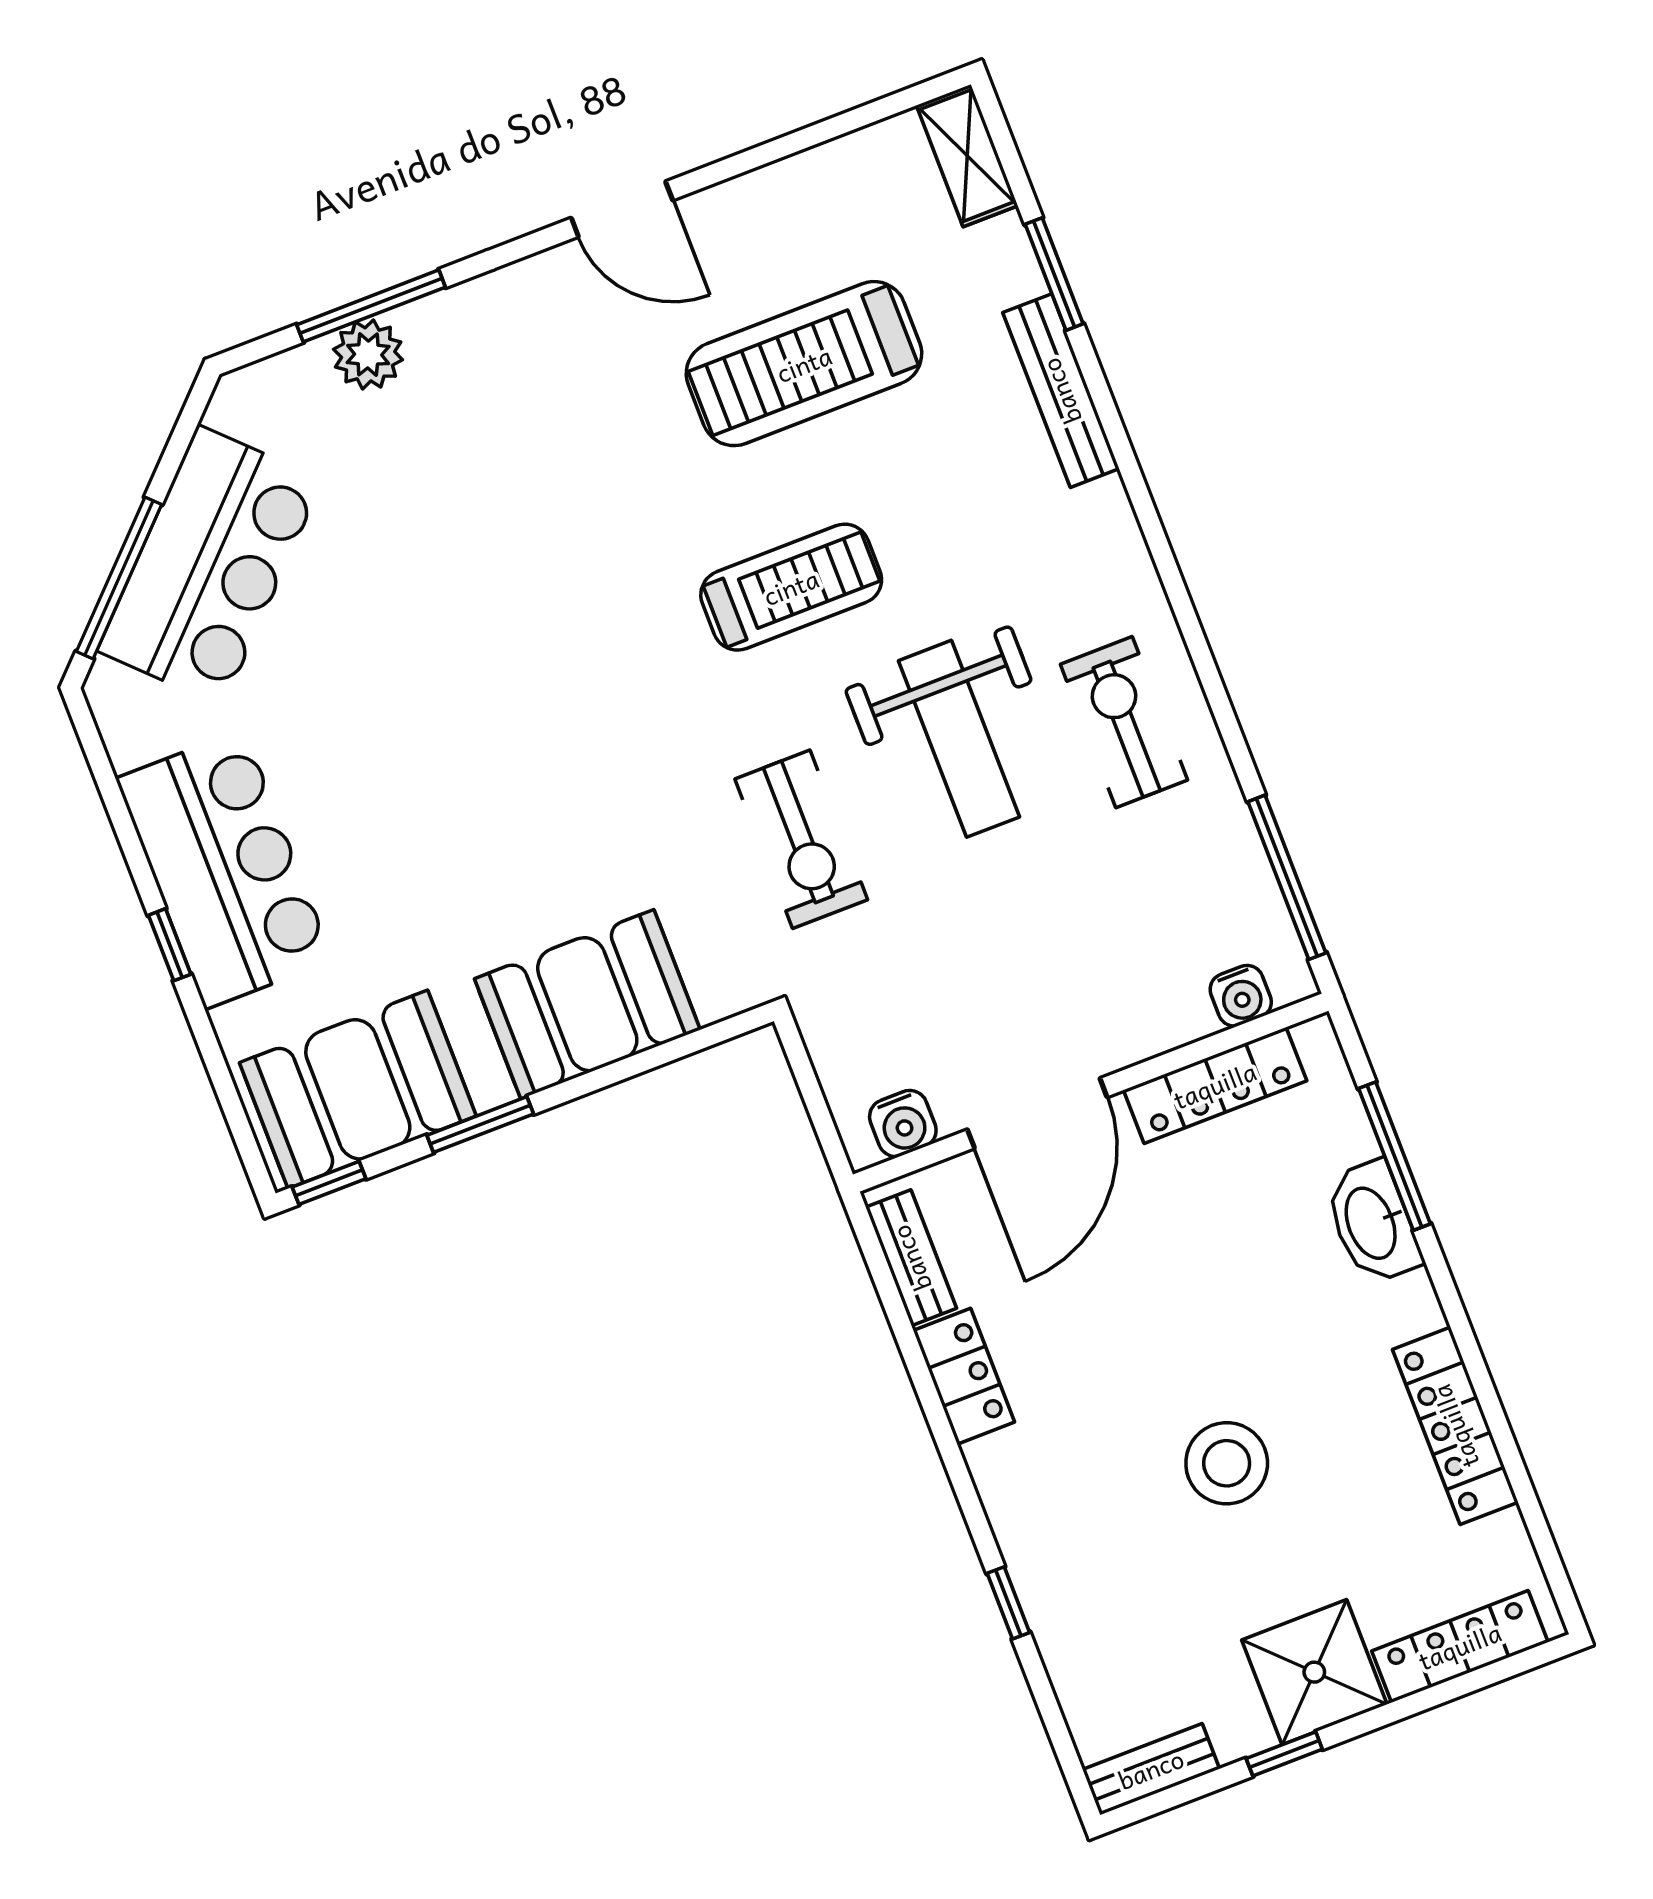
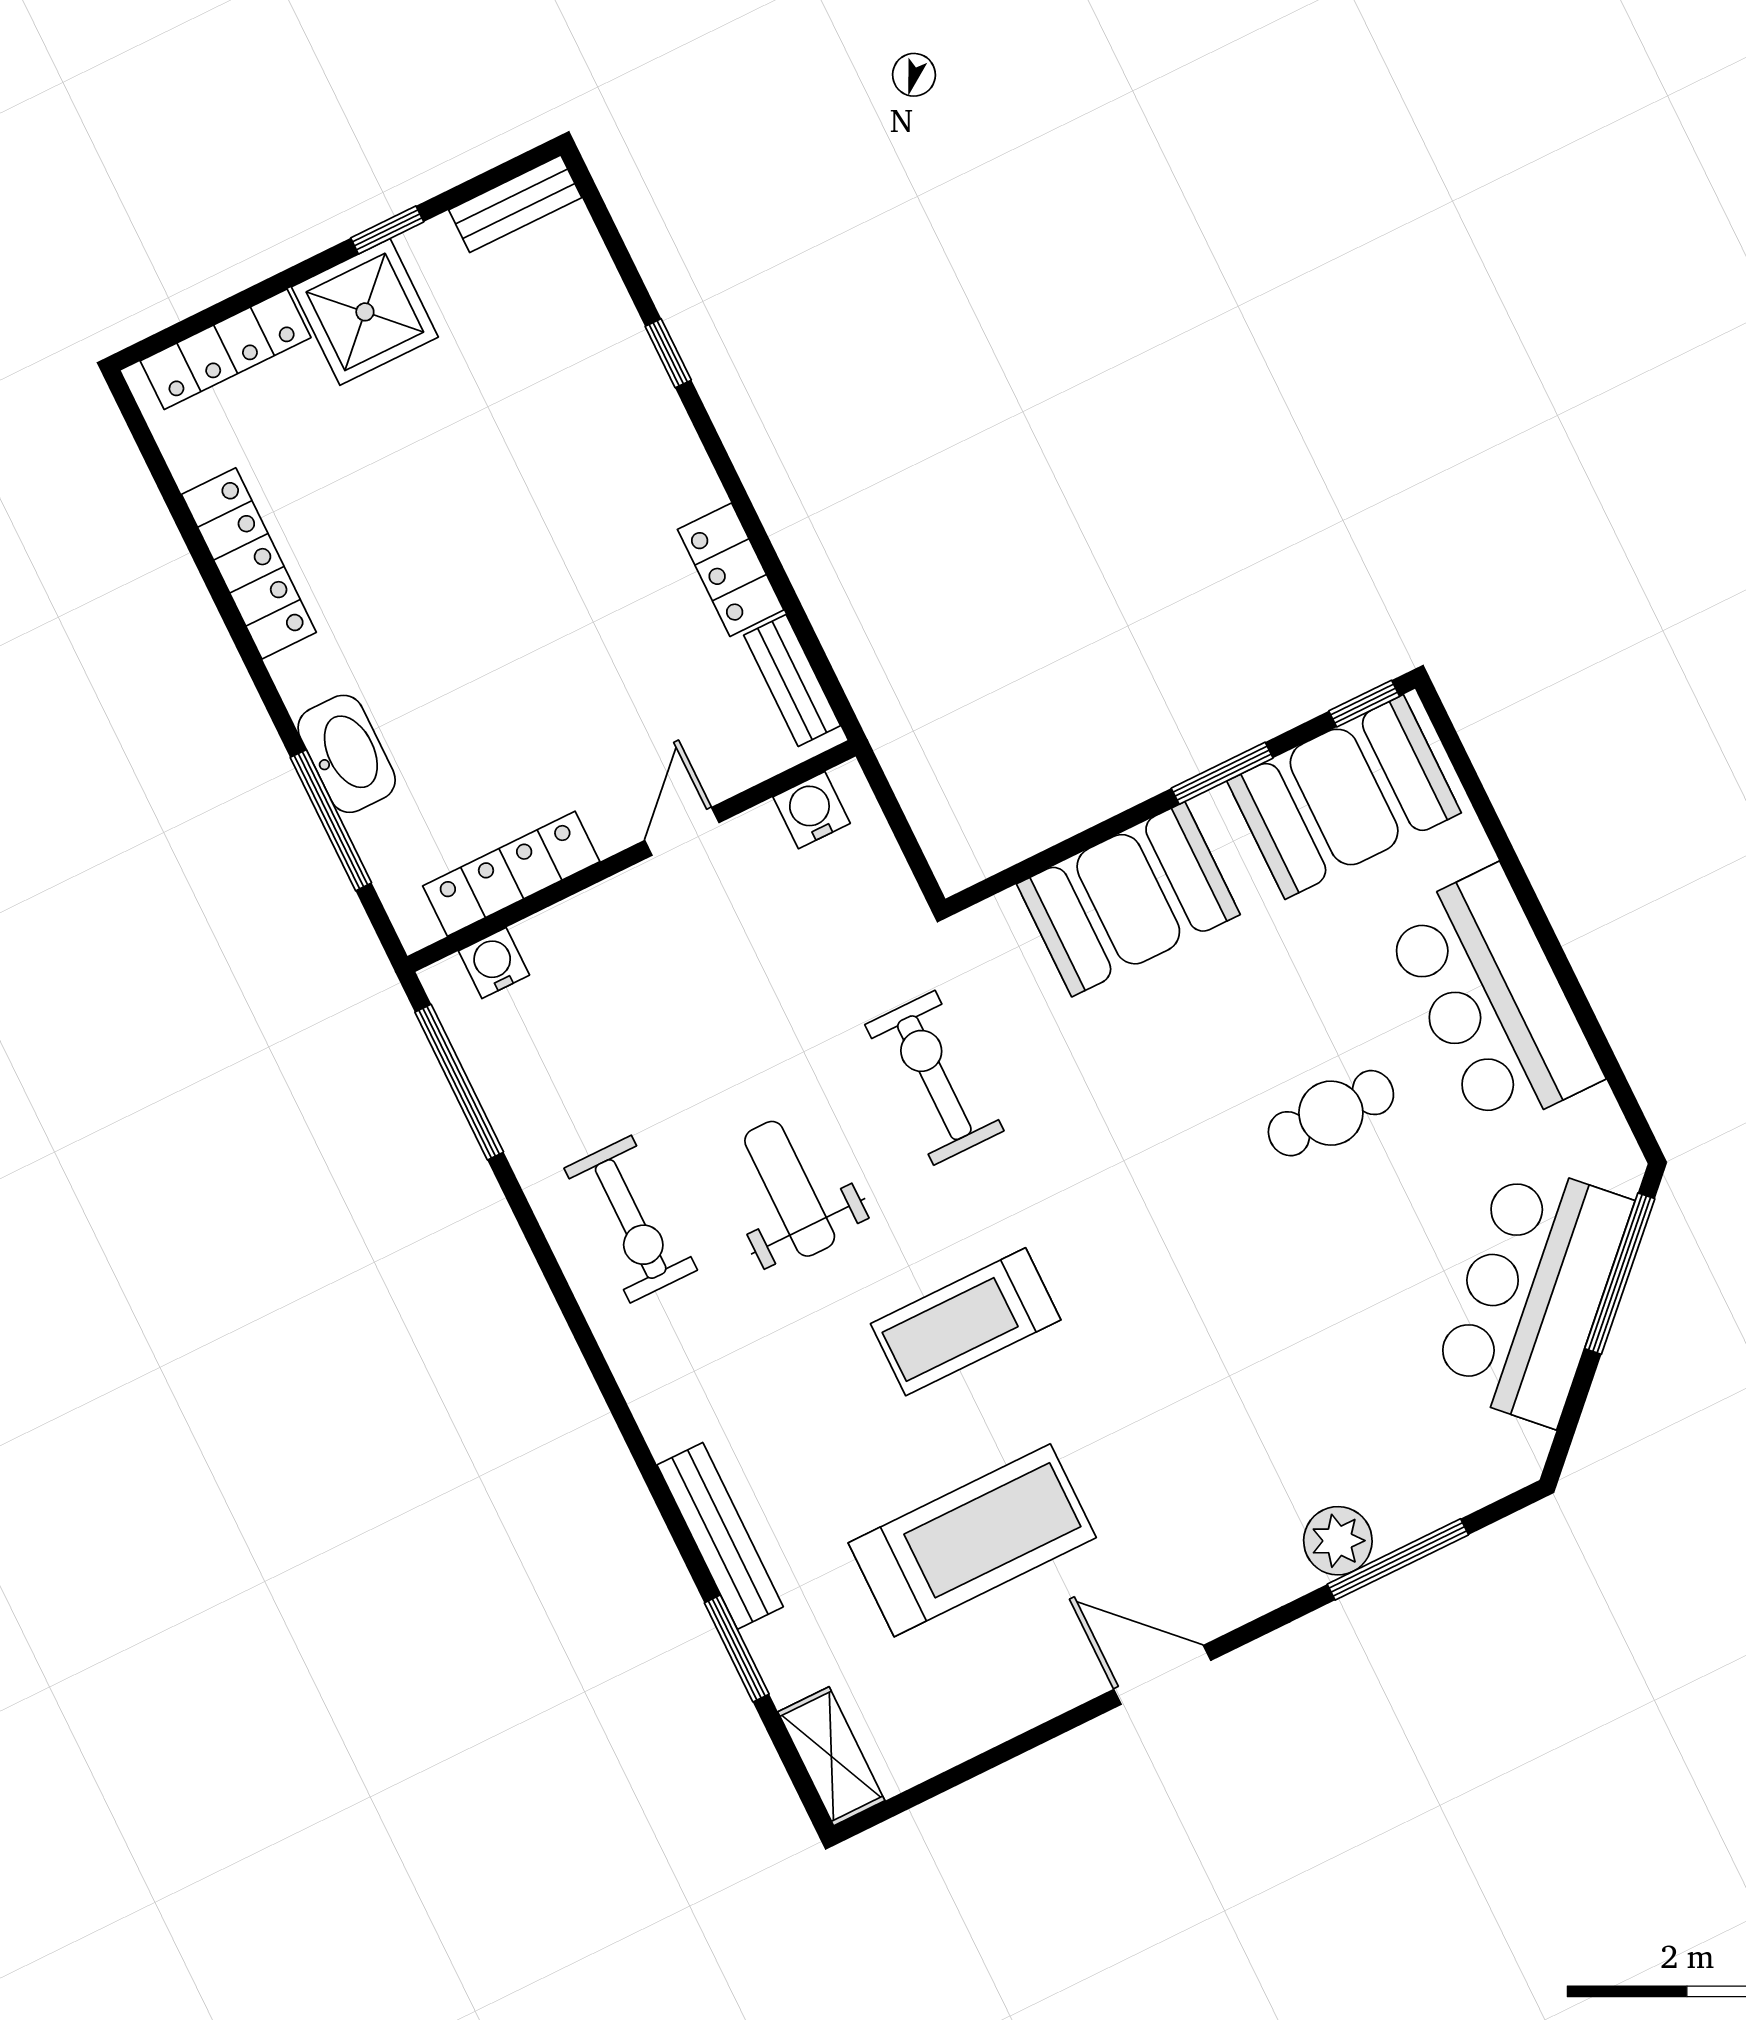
plant: (368, 354) -> (1338, 1541), moved
weight bench: (959, 739) -> (790, 1189), width x0.73, depth x0.75
cafe table: (399, 768) -> (1331, 1113), added
window: (170, 945) -> (1539, 922), removed
door: (1037, 1113) -> (682, 831), width x0.53
stool: (1227, 1463) -> (468, 507), removed

